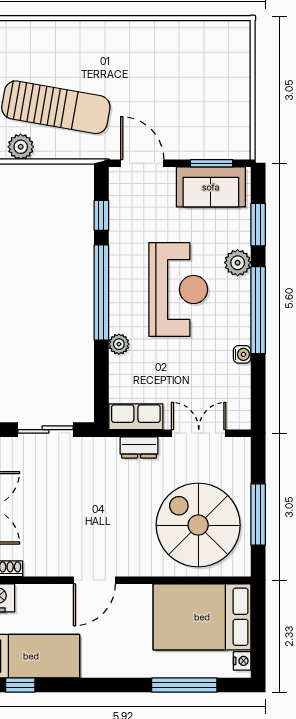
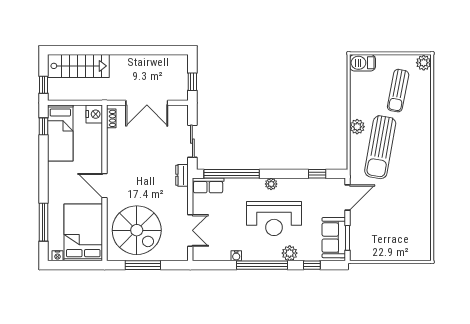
window: (258, 225) -> (312, 265), width x0.67
window: (101, 292) -> (232, 174), moved
plant: (119, 344) -> (271, 184), moved
row of seats: (136, 417) -> (208, 185), moved, turned 90
dresser: (139, 447) -> (182, 175), moved
spiral stairs: (198, 525) -> (137, 230), turned 90
door: (94, 580) -> (105, 186), moved

